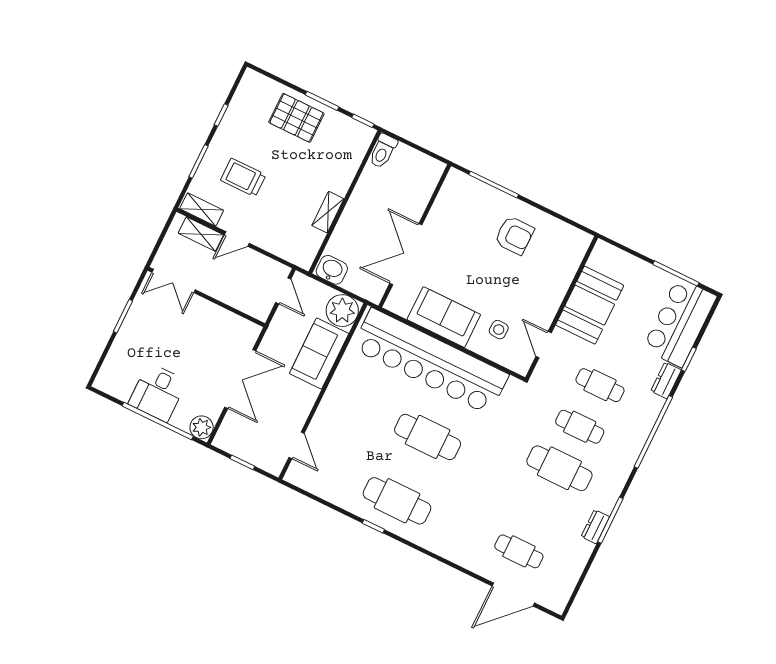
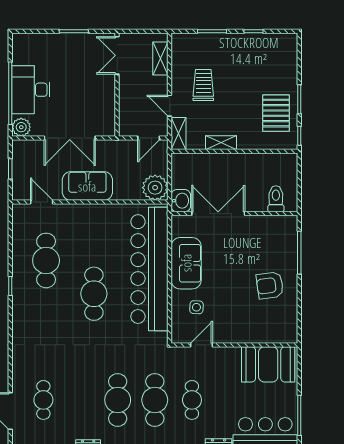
pallet: (296, 118) -> (276, 113), moved
toilet: (383, 151) -> (276, 199), moved, turned 90
trolley: (243, 177) -> (203, 85), moved
shelving: (202, 210) -> (178, 133), moved
armchair: (514, 235) -> (270, 285), turned 82
door: (237, 239) -> (170, 106), moved
washbasin: (332, 270) -> (181, 201), moved
booth: (590, 305) -> (268, 364), moved
sofa: (319, 353) -> (87, 186), moved
desk: (158, 392) -> (31, 90), width x1.37
cafe table: (580, 427) -> (155, 400), width x1.37, depth x1.35
door: (297, 445) -> (42, 202), swing flipped
cafe table: (397, 501) -> (46, 260), moved

